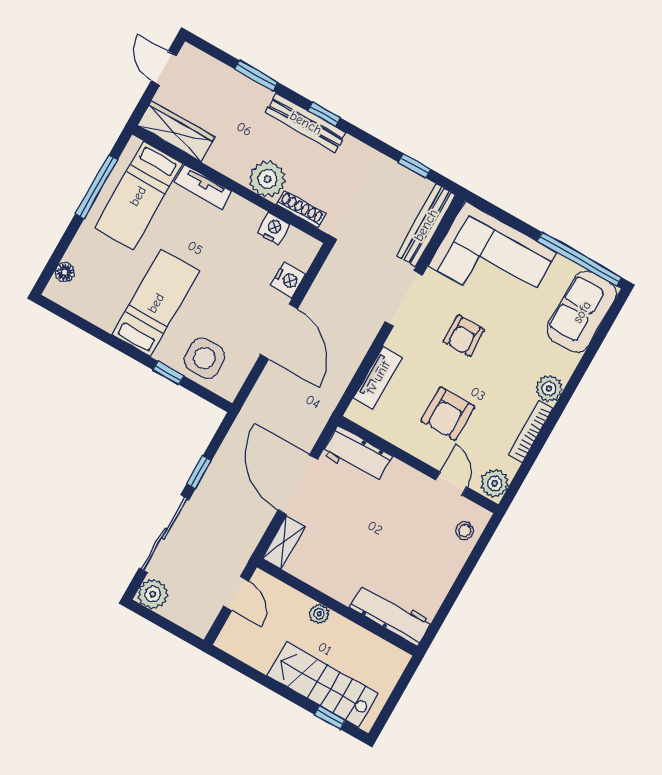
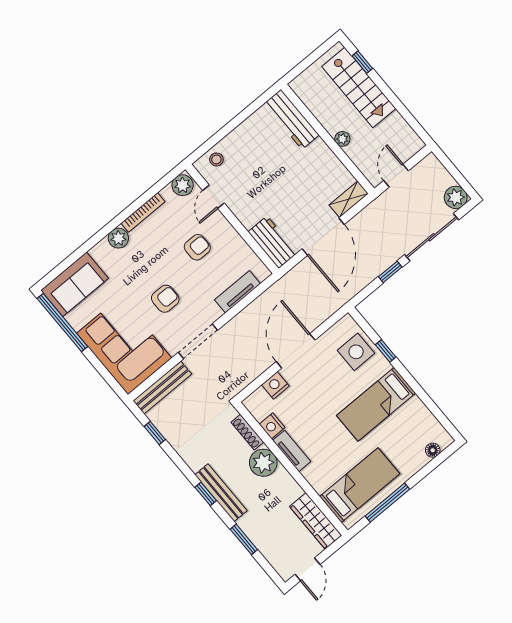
tv unit: (203, 187) -> (292, 451), moved
armchair: (448, 414) -> (197, 247), width x0.72, depth x0.72

